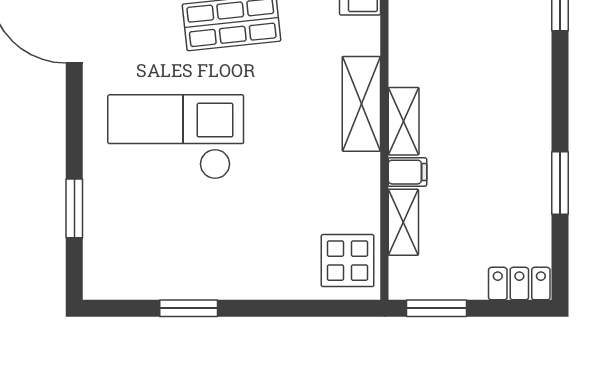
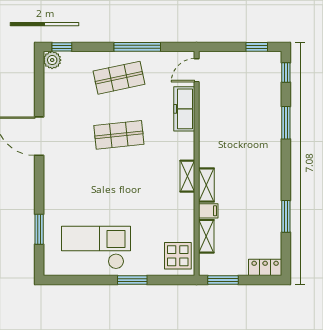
shelving: (361, 104) -> (187, 176), width x0.67, depth x0.75
checkout: (176, 137) -> (96, 248), moved
window: (189, 308) -> (132, 280), moved

